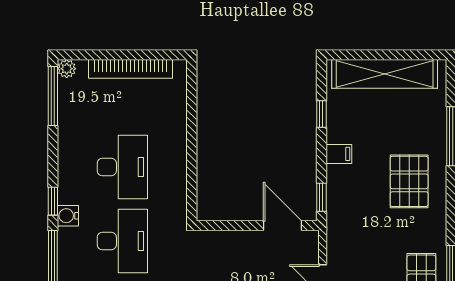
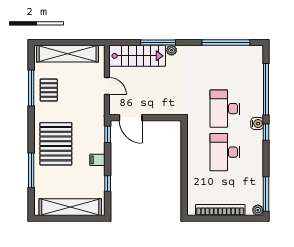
pallet: (409, 181) -> (56, 144), width x1.37, depth x1.41

